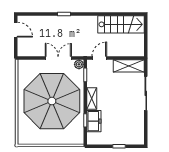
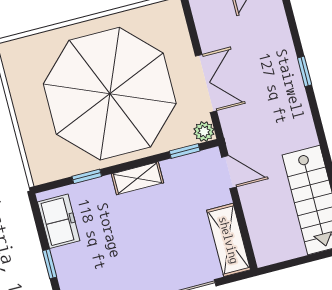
freezer: (94, 121) -> (59, 221), moved, turned -90

